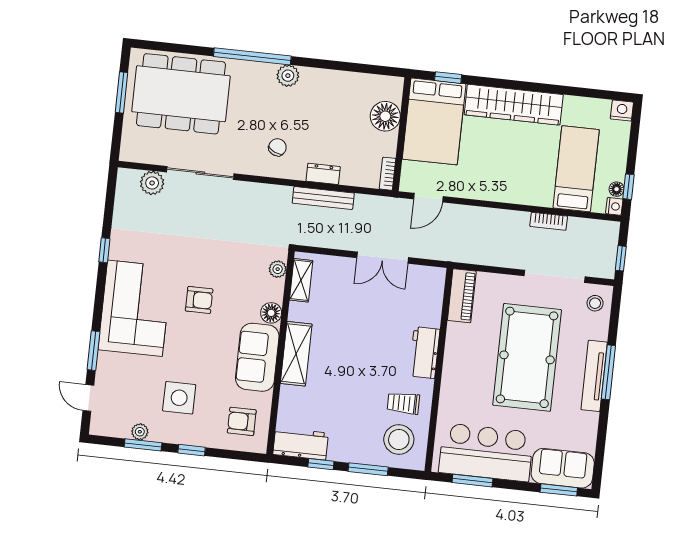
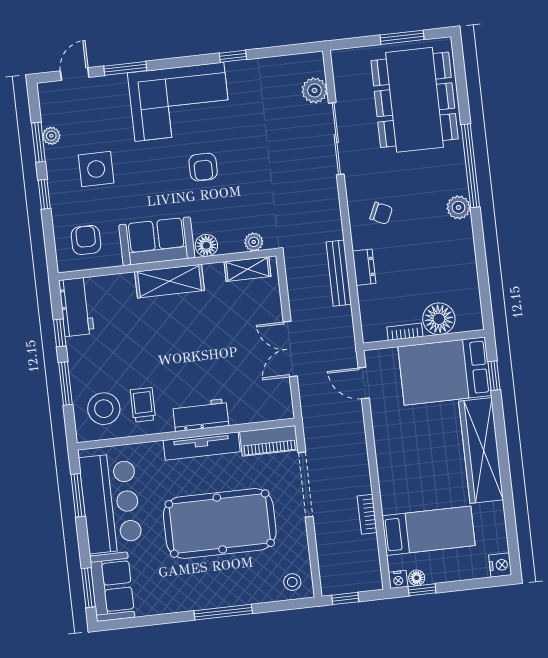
bookcase: (388, 174) -> (405, 332), moved
doorway: (555, 276) -> (305, 485), moved
tv unit: (594, 376) -> (202, 446), moved, turned 180

